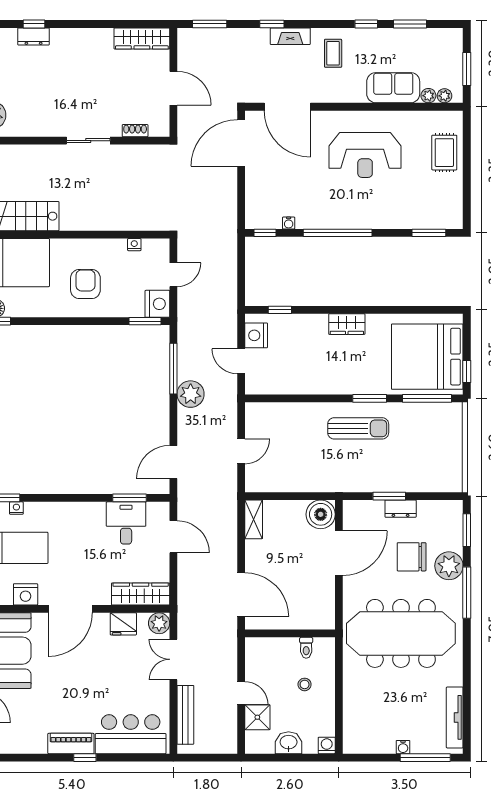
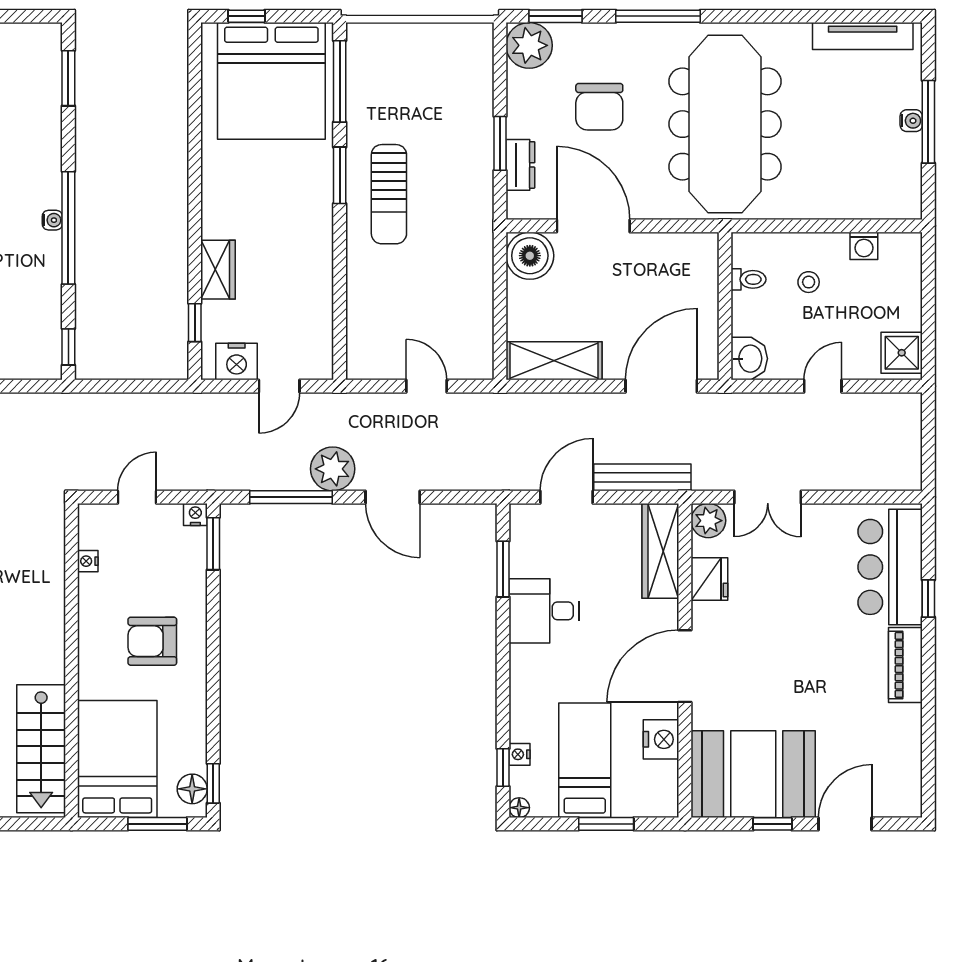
water cooler: (289, 223) -> (52, 220), moved
door: (173, 275) -> (137, 497), hinge flipped
nightstand: (157, 304) -> (195, 514), width x0.53, depth x0.56
wardrobe: (347, 324) -> (218, 270), moved
window: (467, 371) -> (246, 16), moved
sun lounger: (358, 428) -> (389, 194), turned 180
door: (173, 462) -> (393, 497), moved
dresser: (401, 509) -> (520, 165), moved
shelving: (254, 519) -> (554, 361), width x1.50, depth x1.33
desk: (126, 523) -> (544, 611), moved
plant: (449, 566) -> (529, 45), moved
door: (70, 609) -> (685, 666), swing flipped
bench: (185, 715) -> (642, 477), moved
shower: (257, 717) -> (902, 353), moved
washbasin: (289, 743) -> (749, 359), moved, turned 180
washing machine: (327, 745) -> (864, 246), moved, turned -90
window: (85, 758) -> (928, 598), moved
window: (425, 758) -> (928, 122), moved

